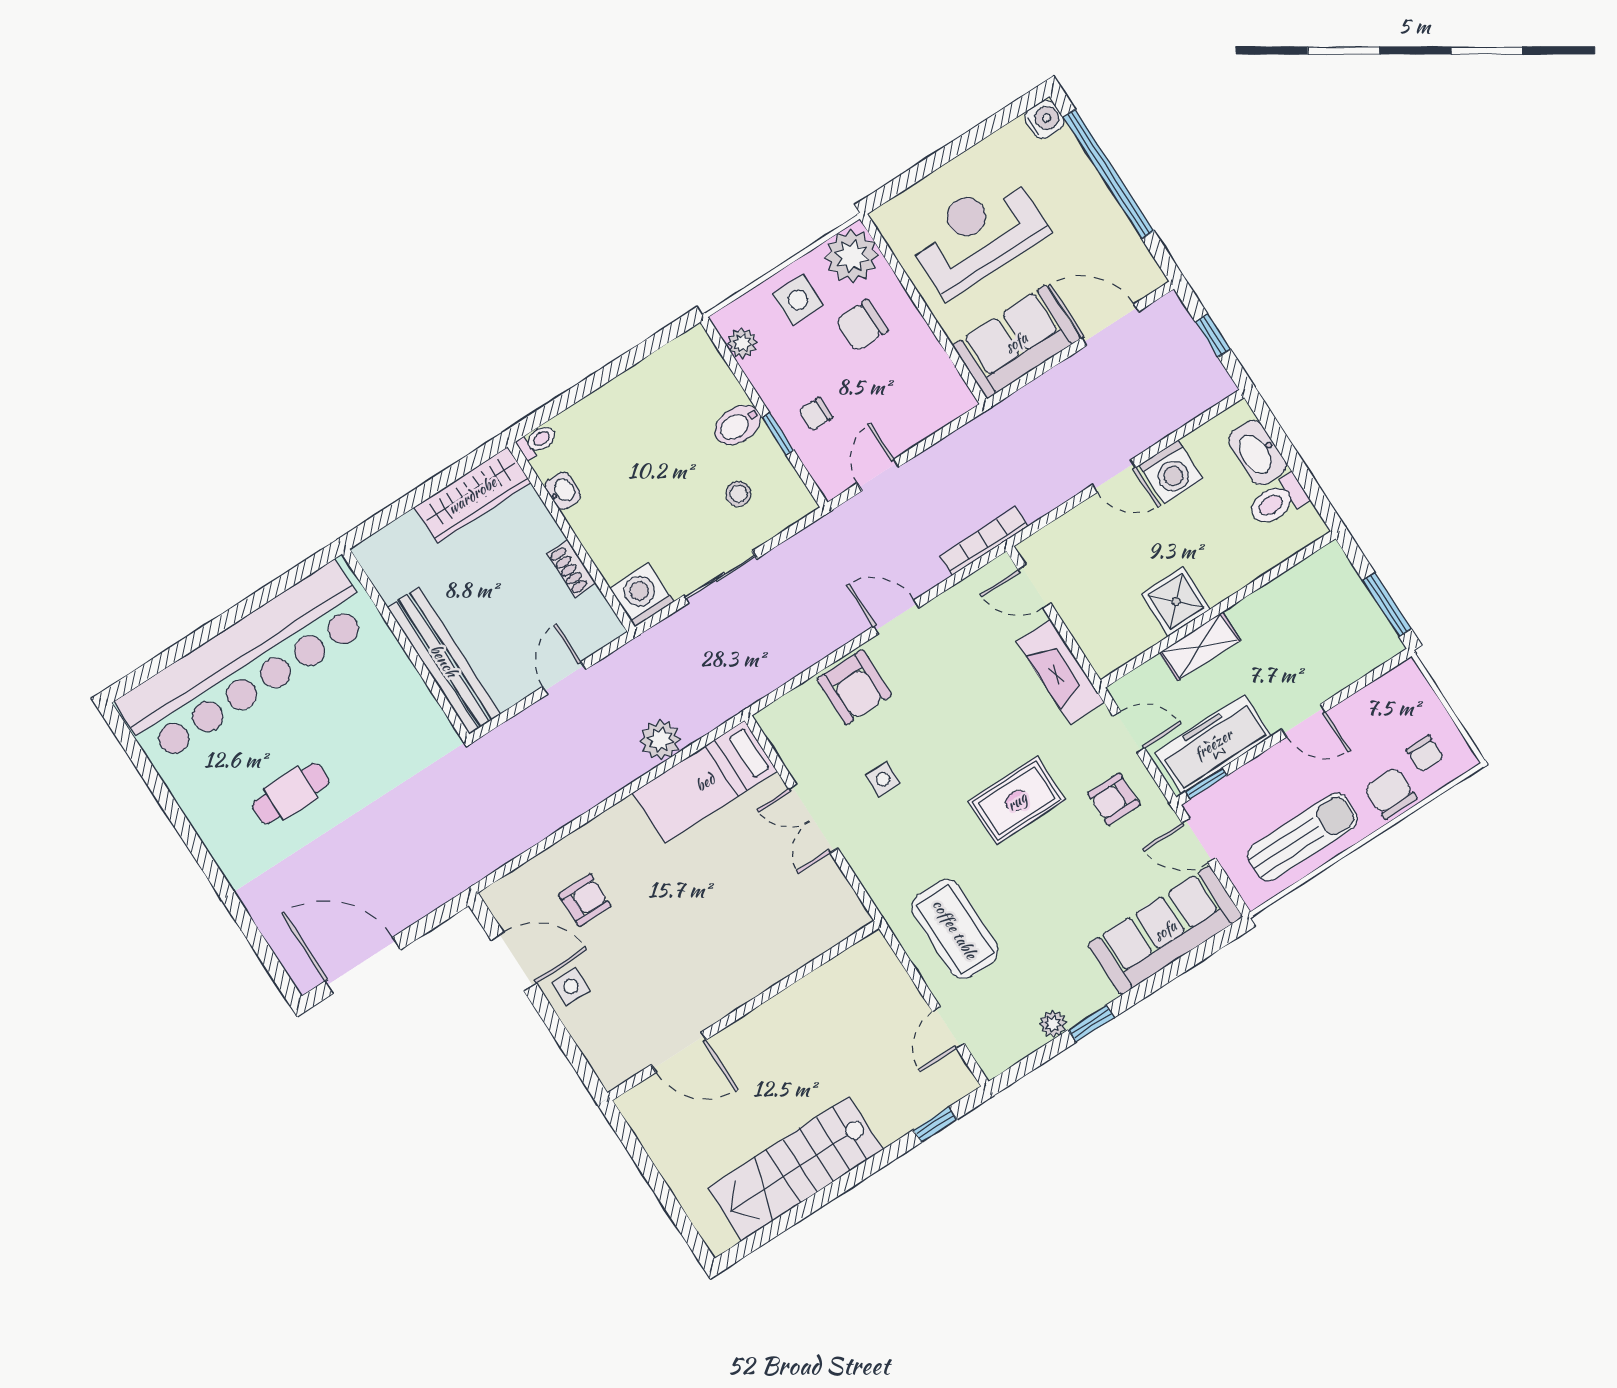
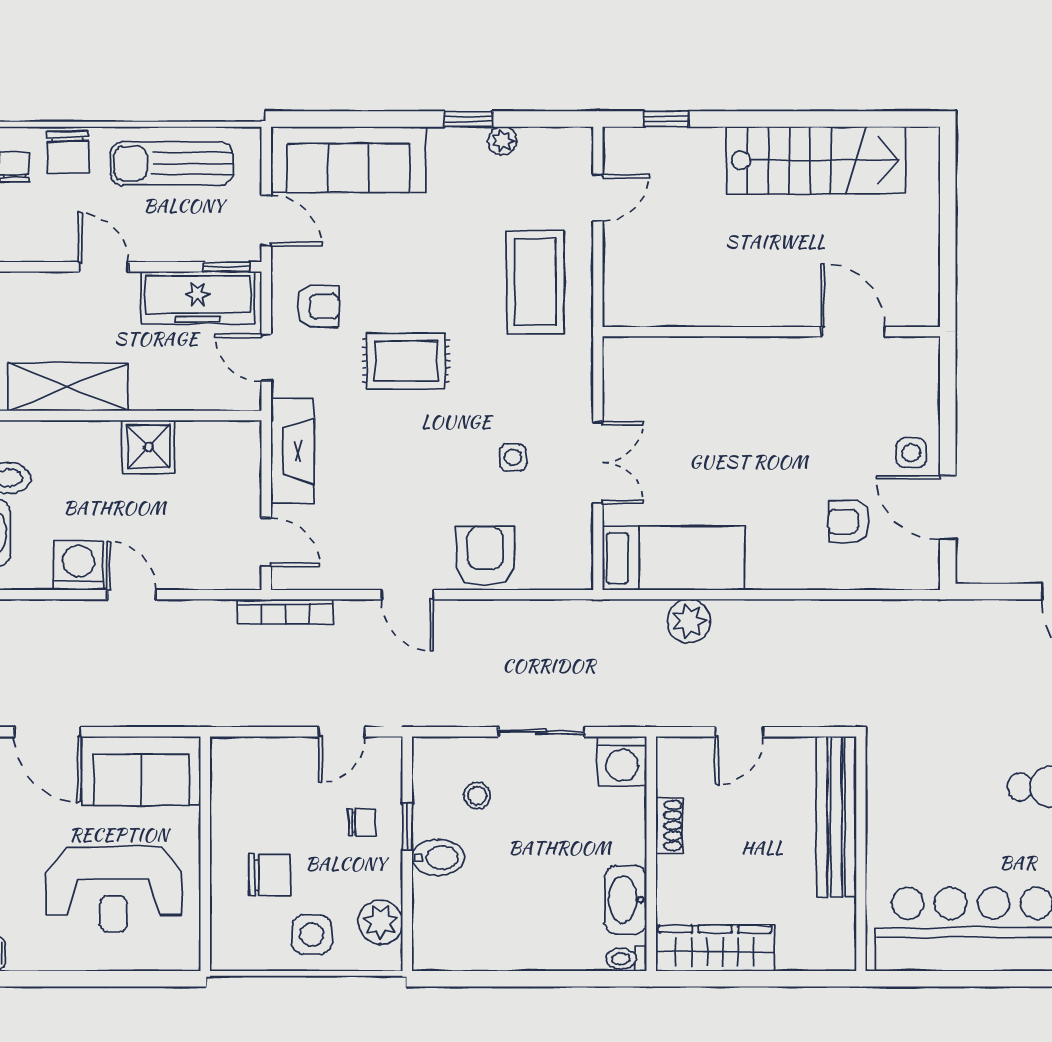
plant: (852, 256) -> (239, 942), removed
plant: (742, 343) -> (381, 922), width x1.38, depth x1.38
washbasin: (563, 491) -> (626, 900), width x1.91, depth x1.45
shelving: (1200, 646) -> (68, 387), moved, width x1.50, depth x1.33

